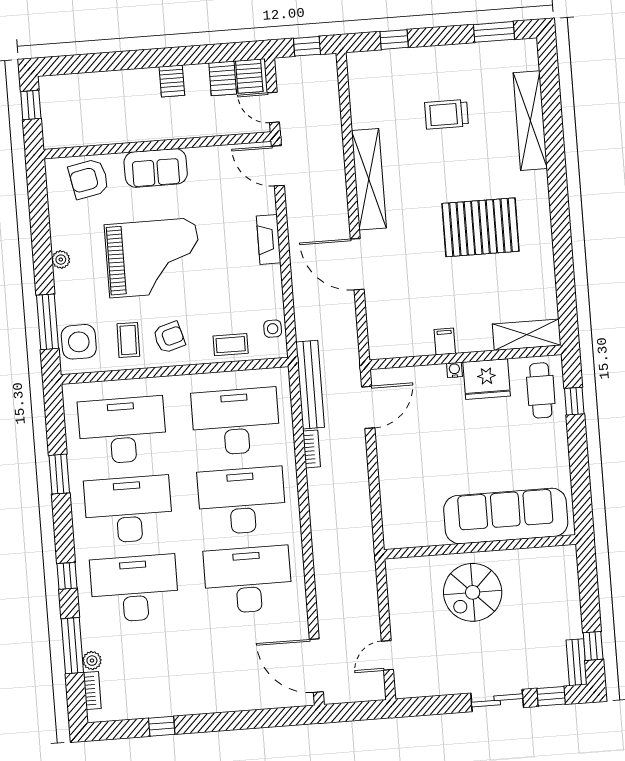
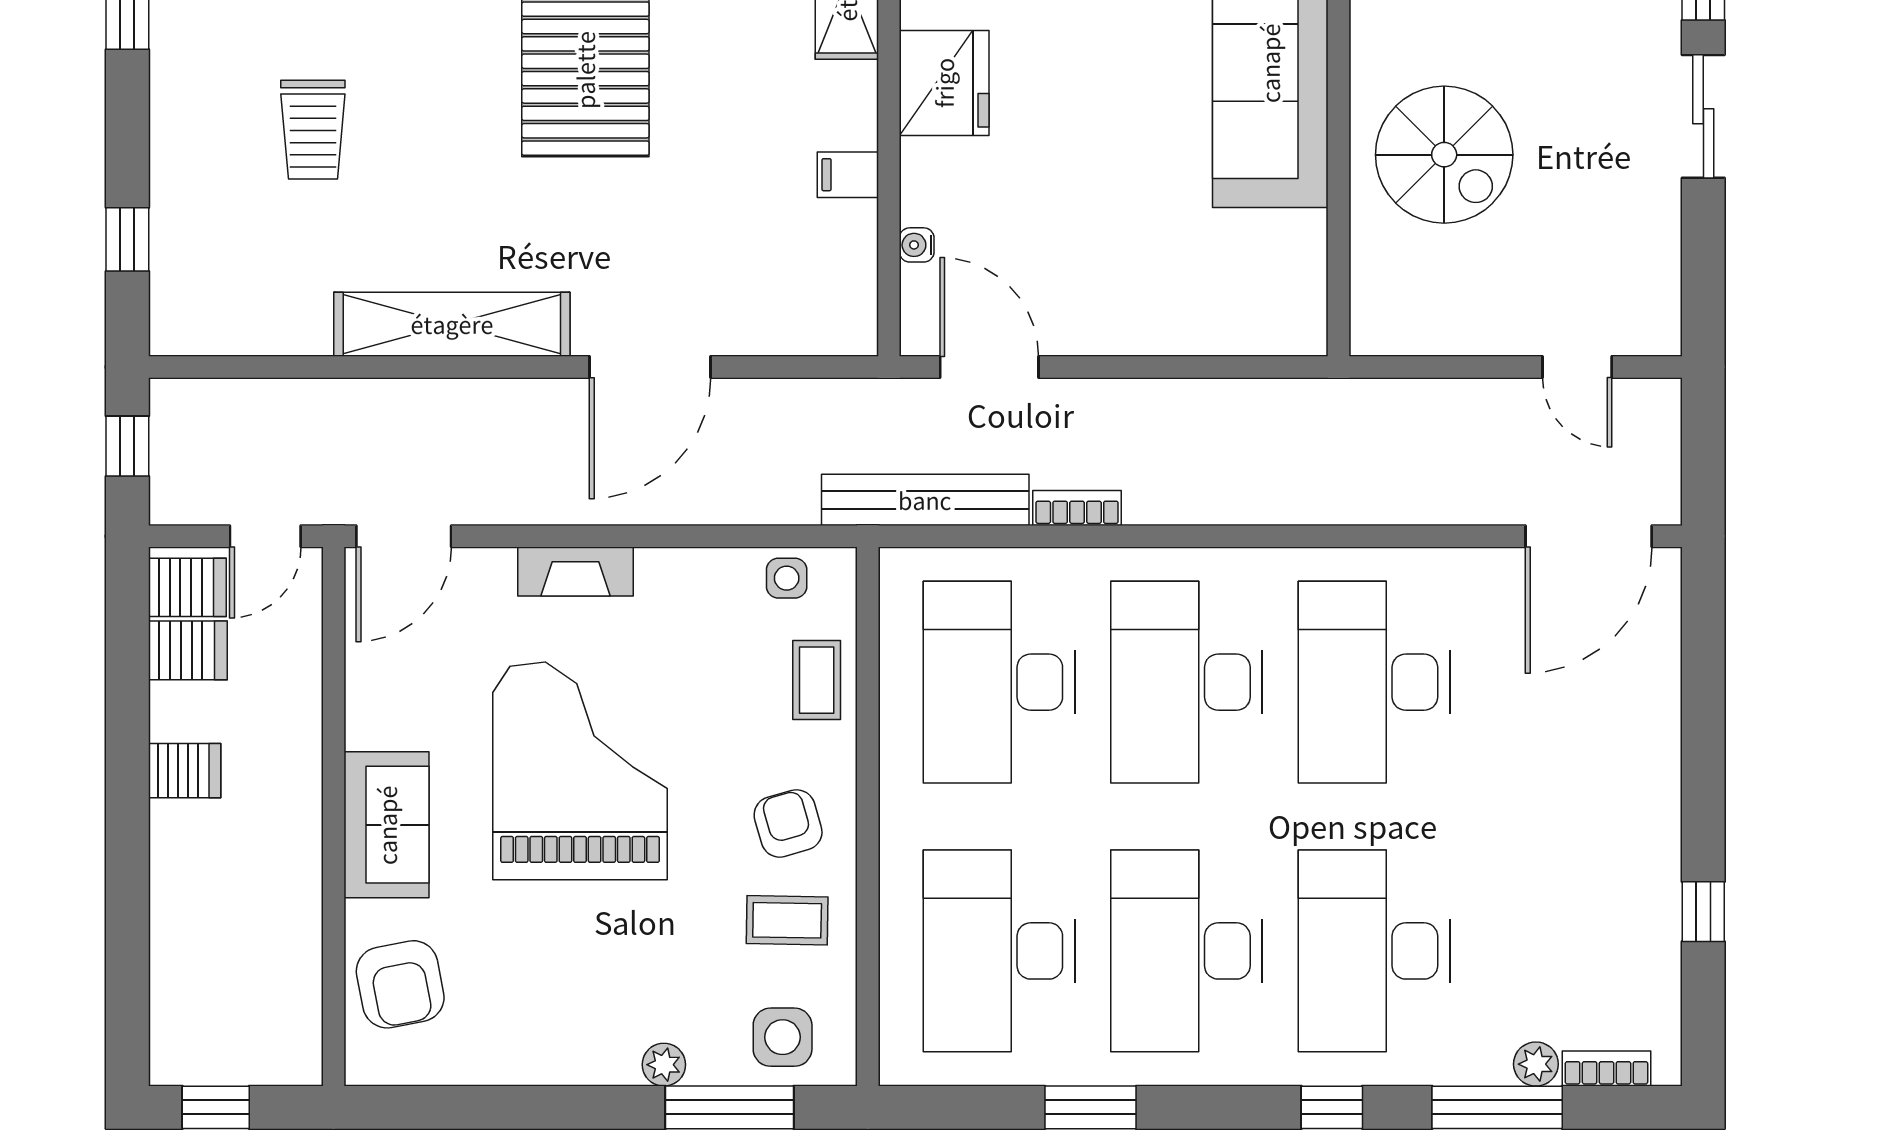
grand piano: (153, 258) -> (580, 771), moved
plant: (61, 260) -> (664, 1065), moved
side table: (79, 342) -> (783, 1037), width x0.73, depth x0.73
water cooler: (454, 370) -> (917, 245), moved

